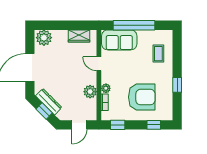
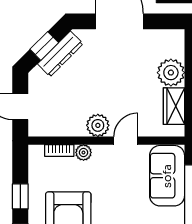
plant: (44, 38) -> (171, 73), moved
plant: (90, 92) -> (98, 125), moved
window: (118, 125) -> (20, 196), moved

